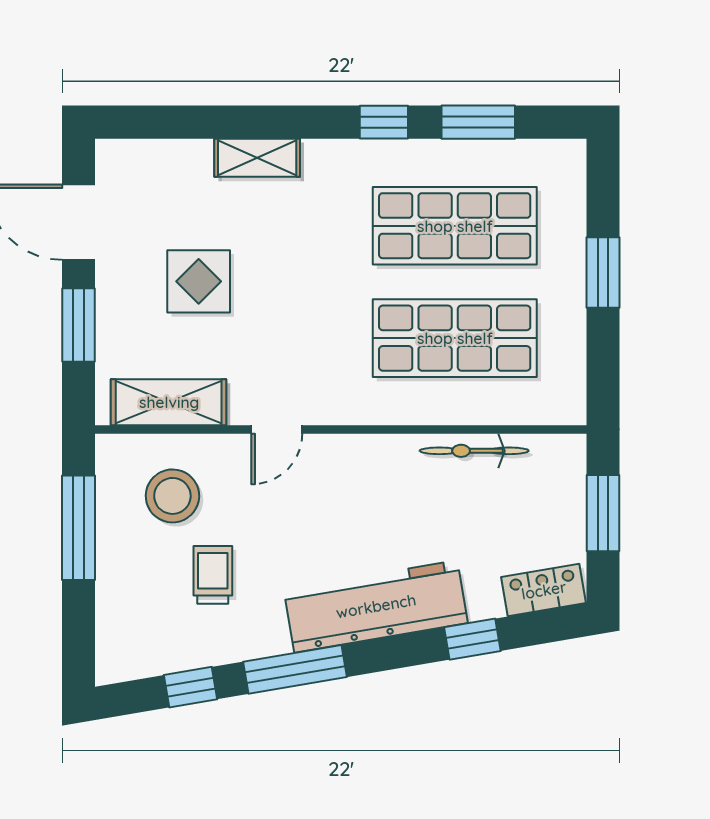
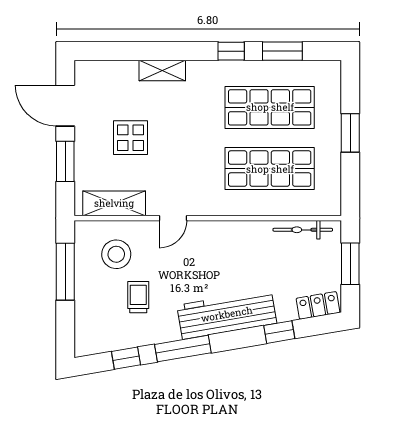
bicycle: (474, 451) -> (303, 230), moved

